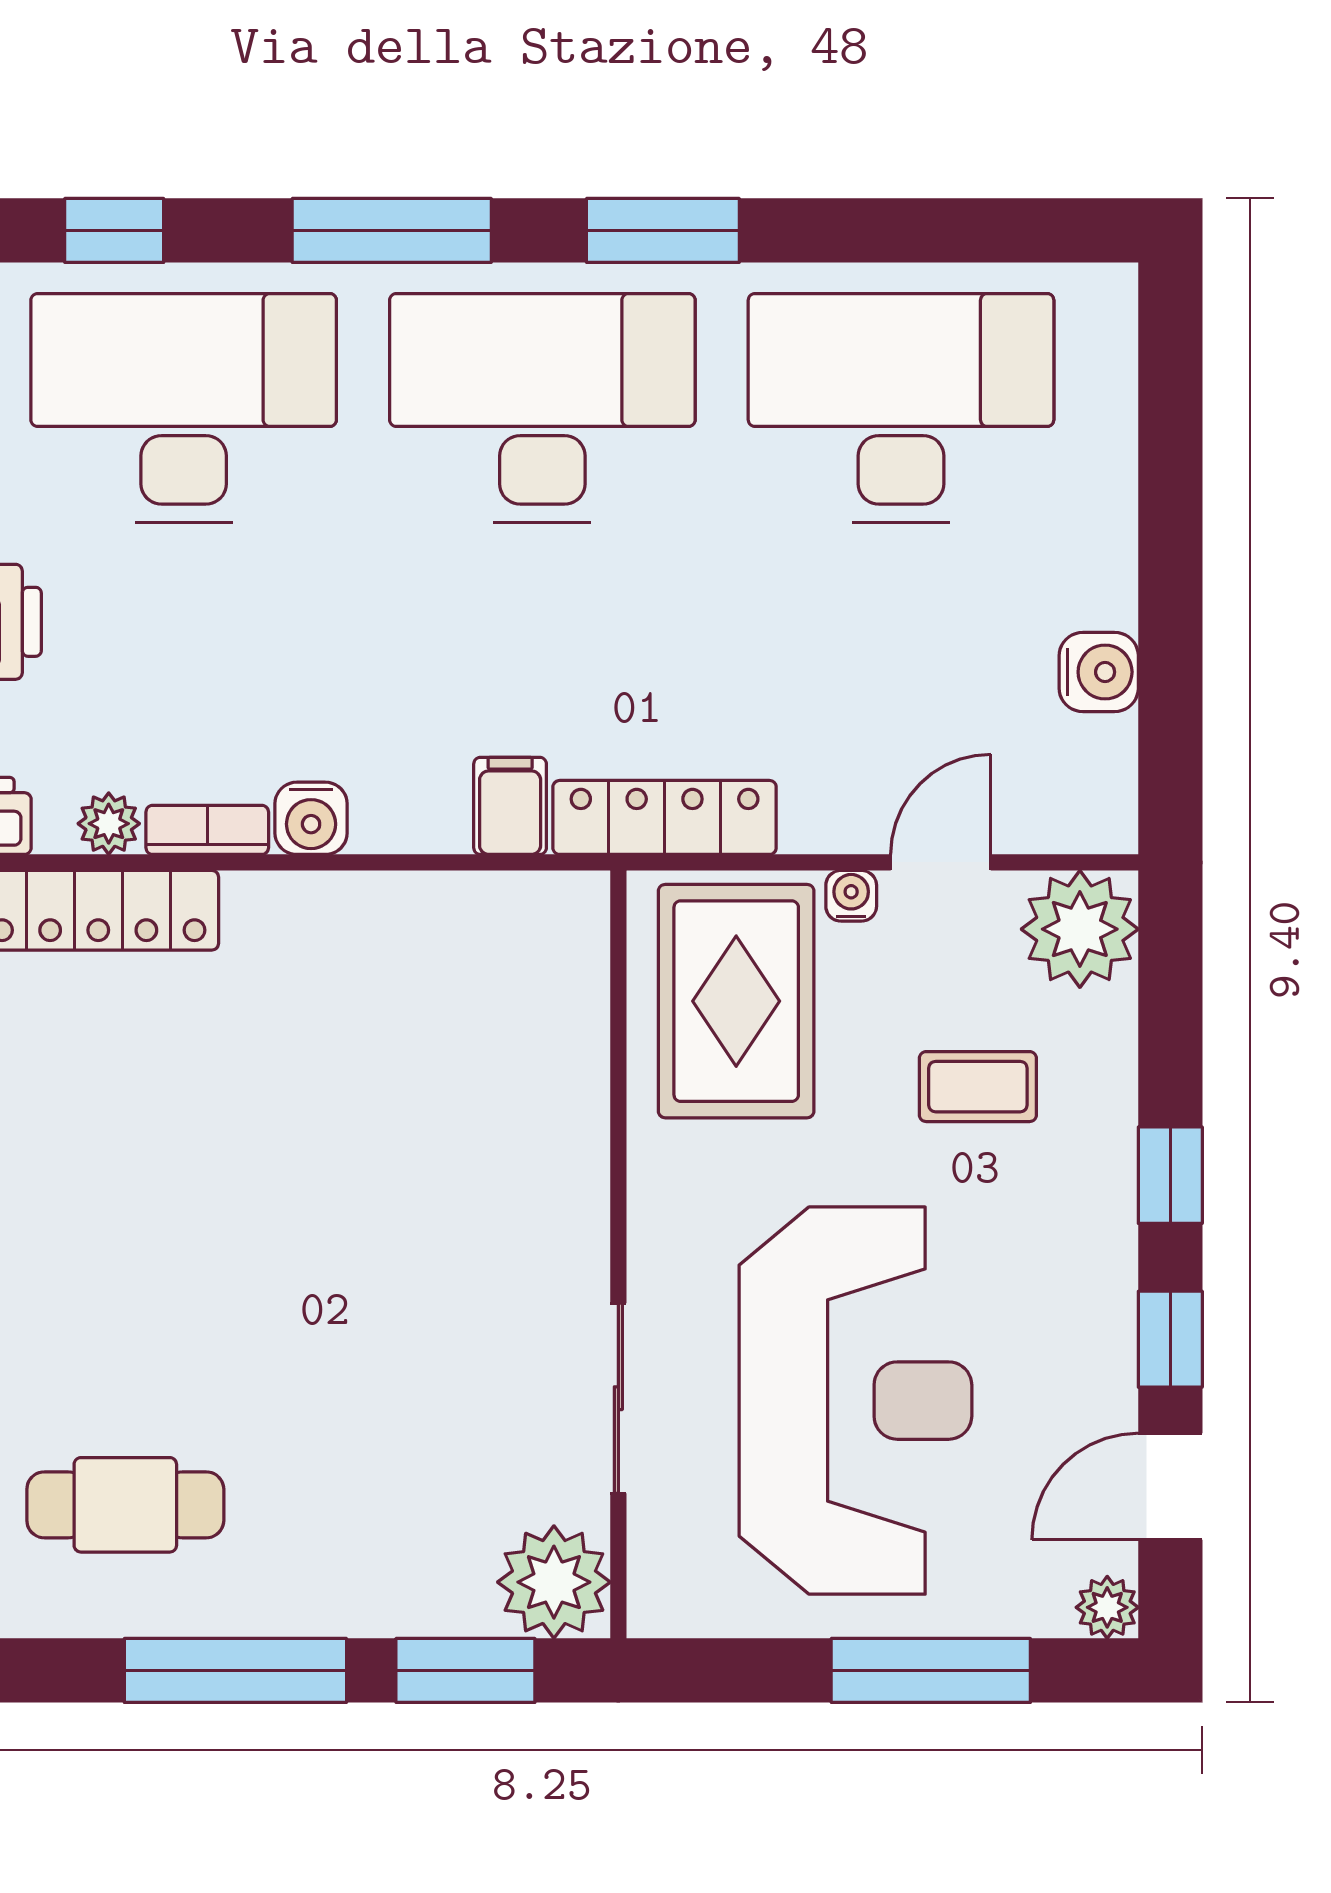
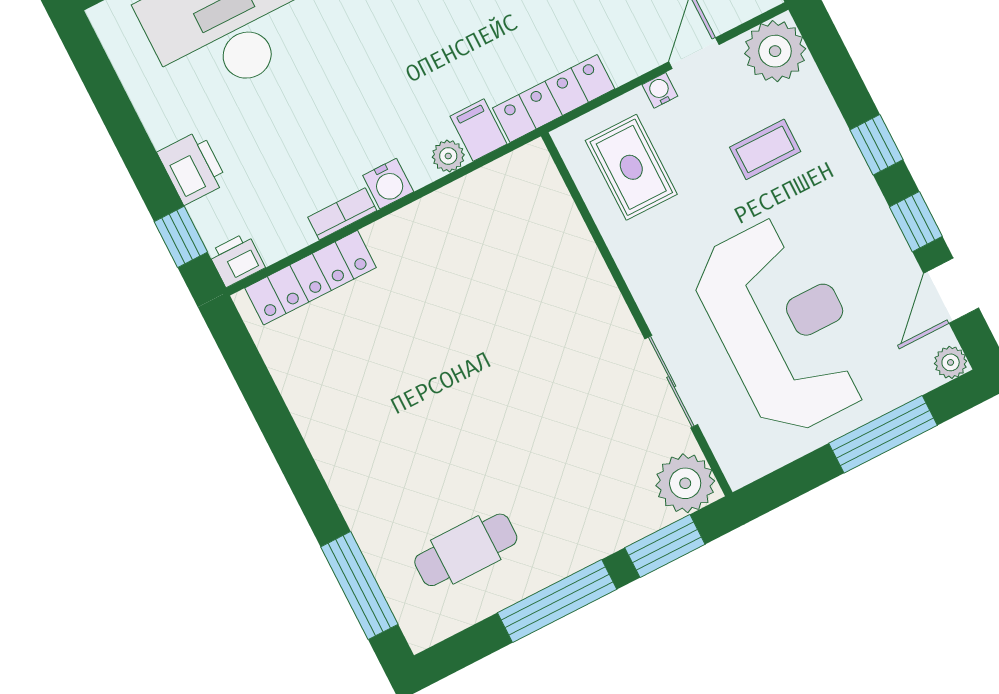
plant: (109, 824) -> (448, 156), moved
rug: (736, 1001) -> (631, 167), width x0.73, depth x0.70

